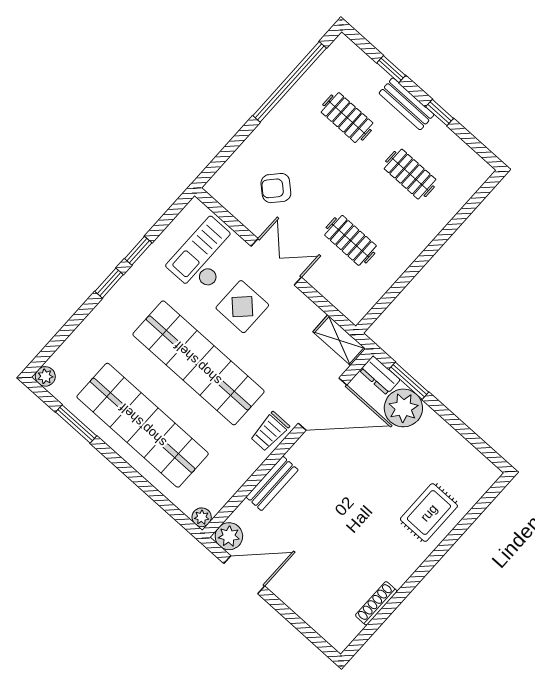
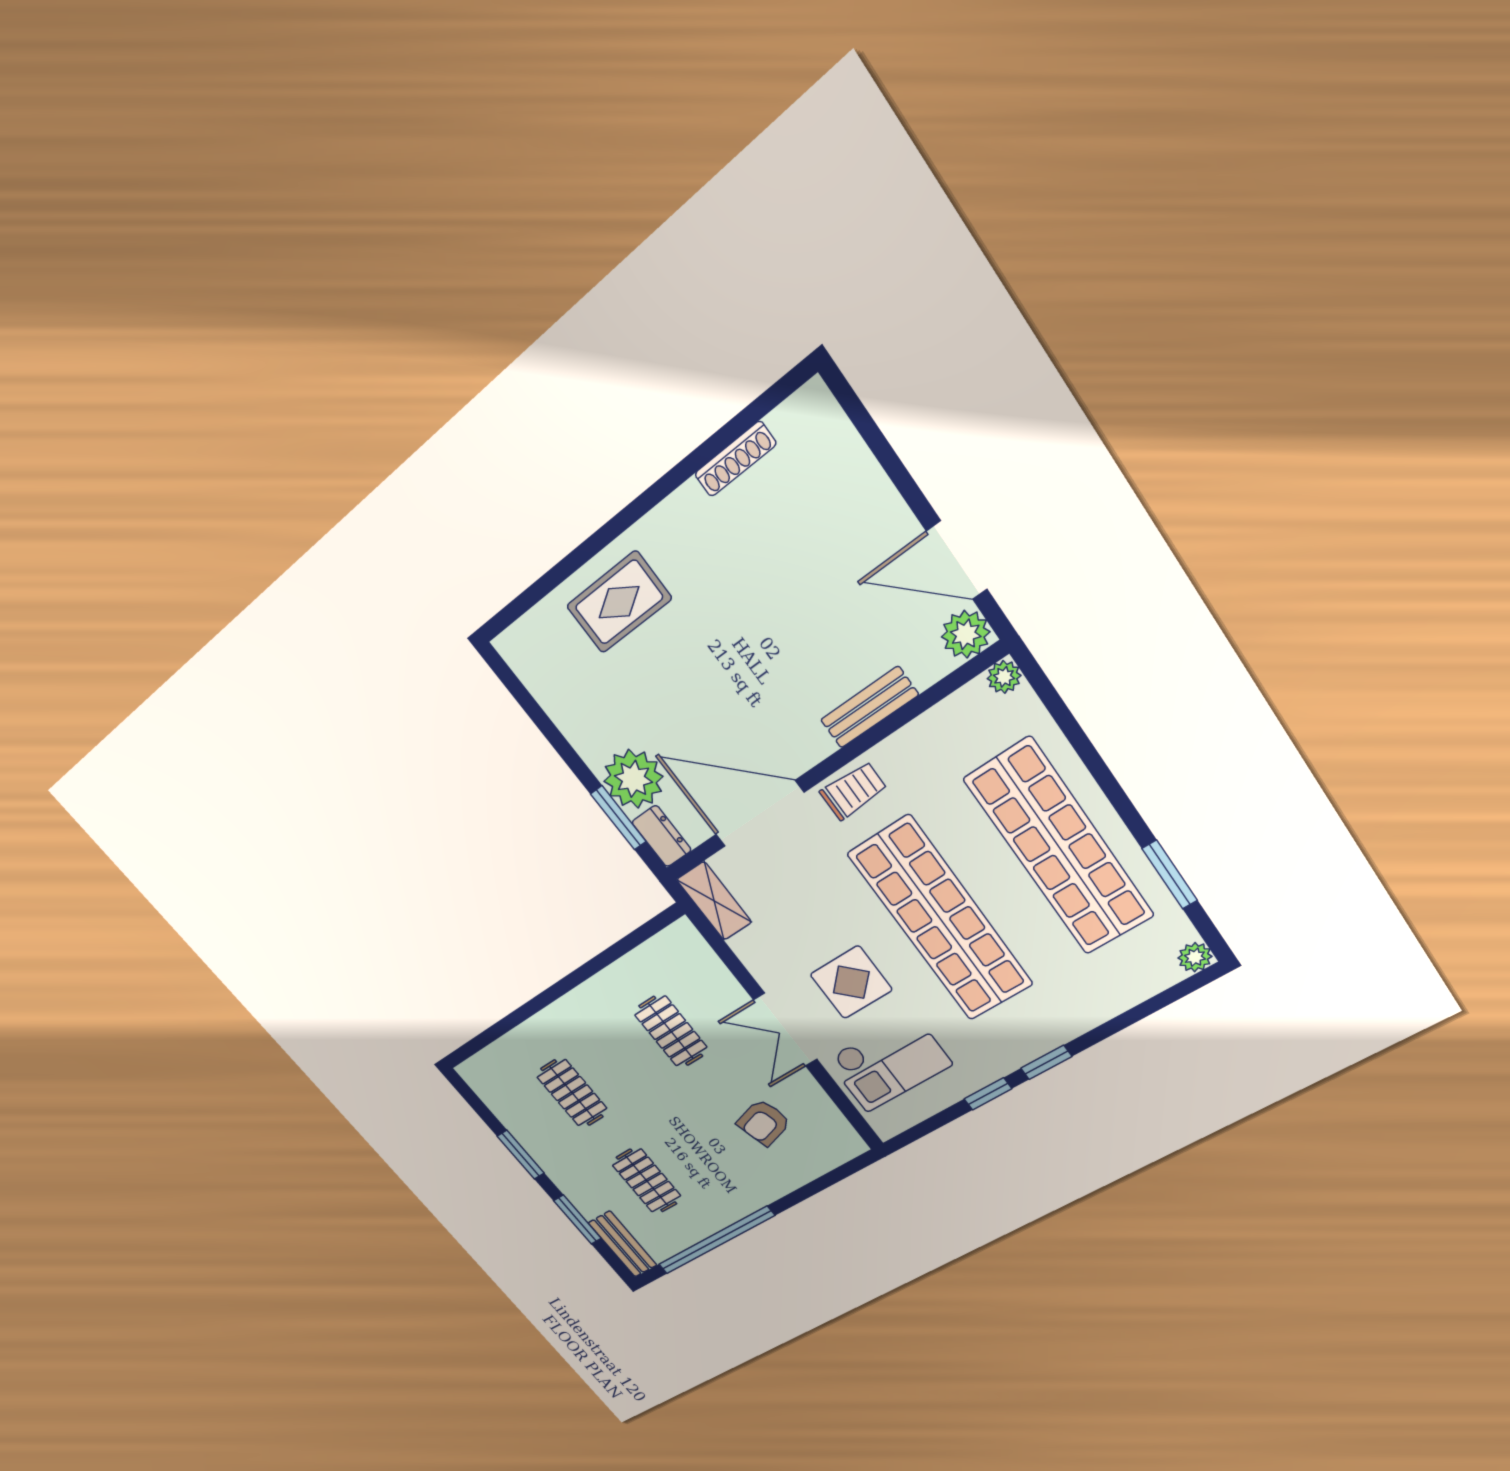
window: (391, 69) -> (577, 1220), width x1.50
bench: (407, 104) -> (623, 1244), moved
window: (440, 113) -> (521, 1155), width x1.50
armchair: (276, 188) -> (764, 1122), turned 122

